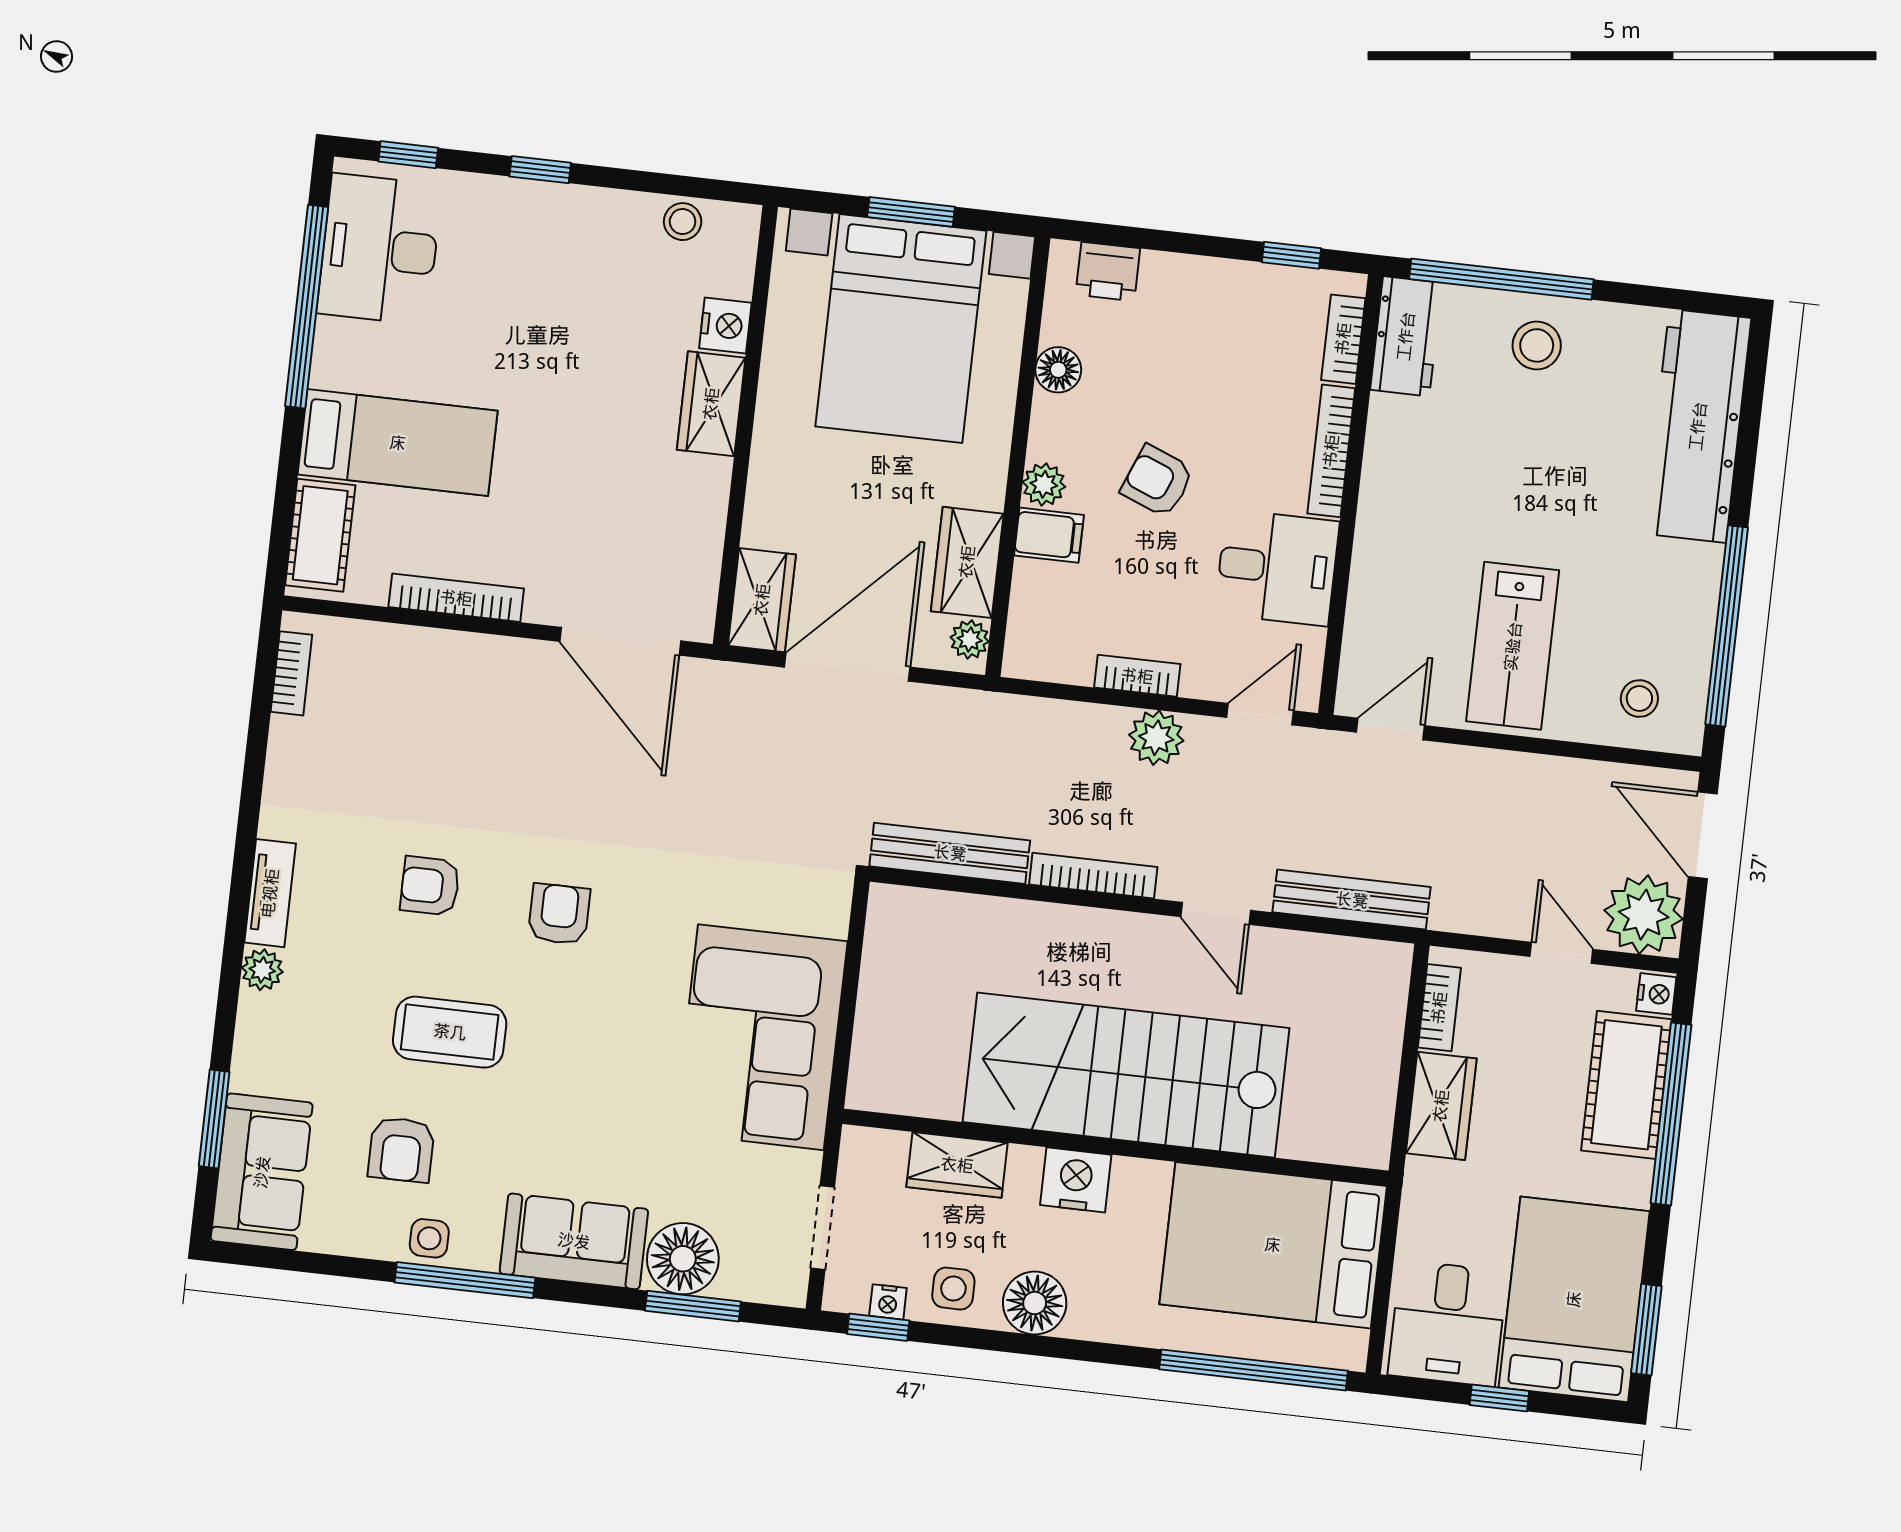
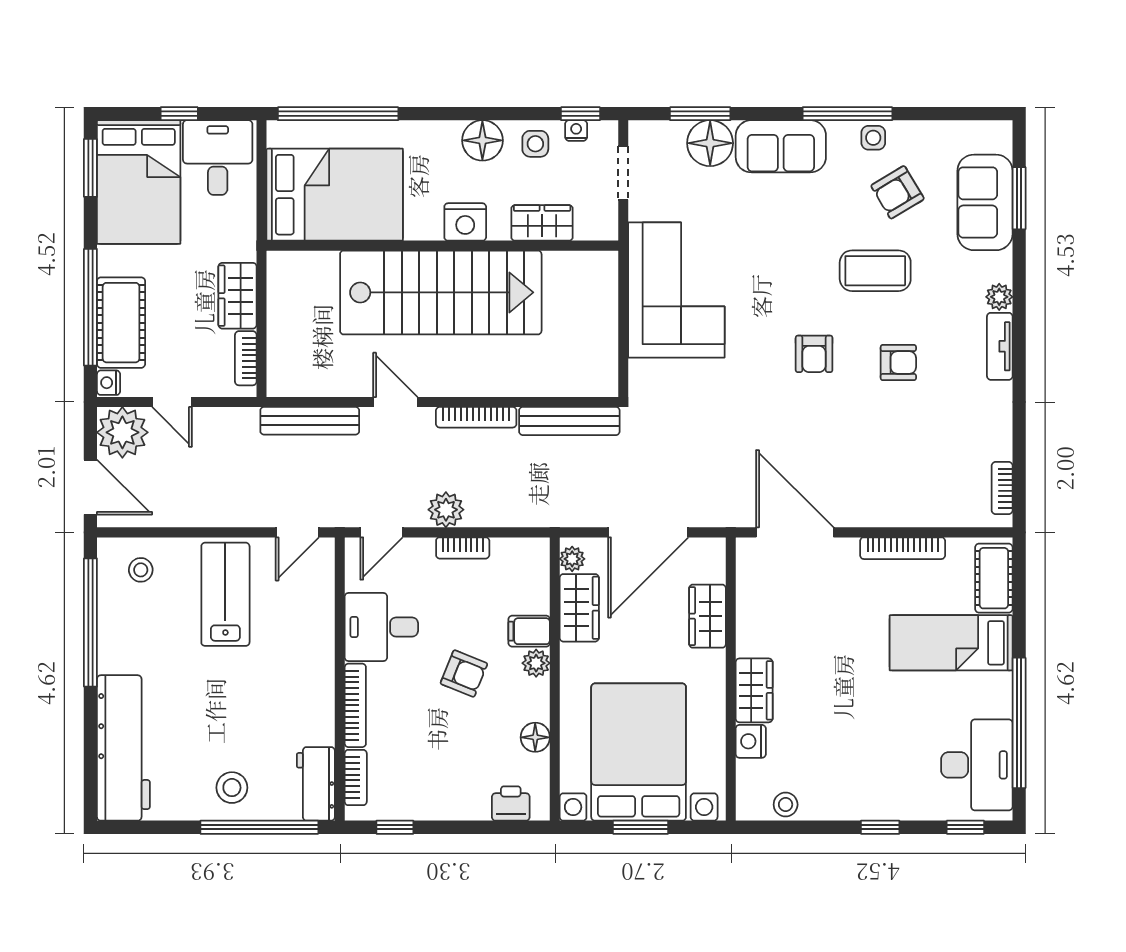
wardrobe: (762, 600) -> (708, 616), moved
armchair: (401, 1150) -> (898, 192), turned -121
sofa: (262, 1172) -> (985, 202), moved

